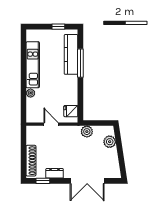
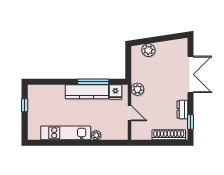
kitchen counter: (71, 54) -> (87, 92), moved
window: (80, 63) -> (93, 82), moved
door: (51, 124) -> (129, 113), swing flipped
plant: (87, 132) -> (137, 89), moved

